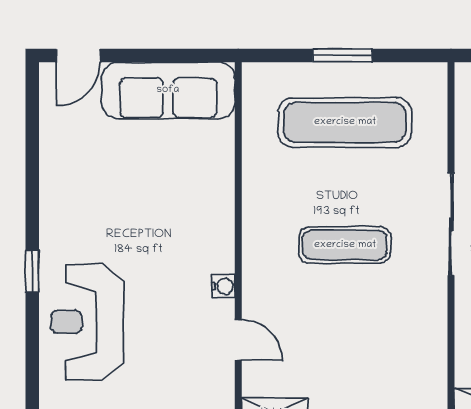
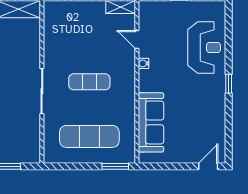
window: (342, 55) -> (115, 166), moved
sofa: (168, 90) -> (151, 122), moved, turned 90
window: (32, 271) -> (229, 84), moved

